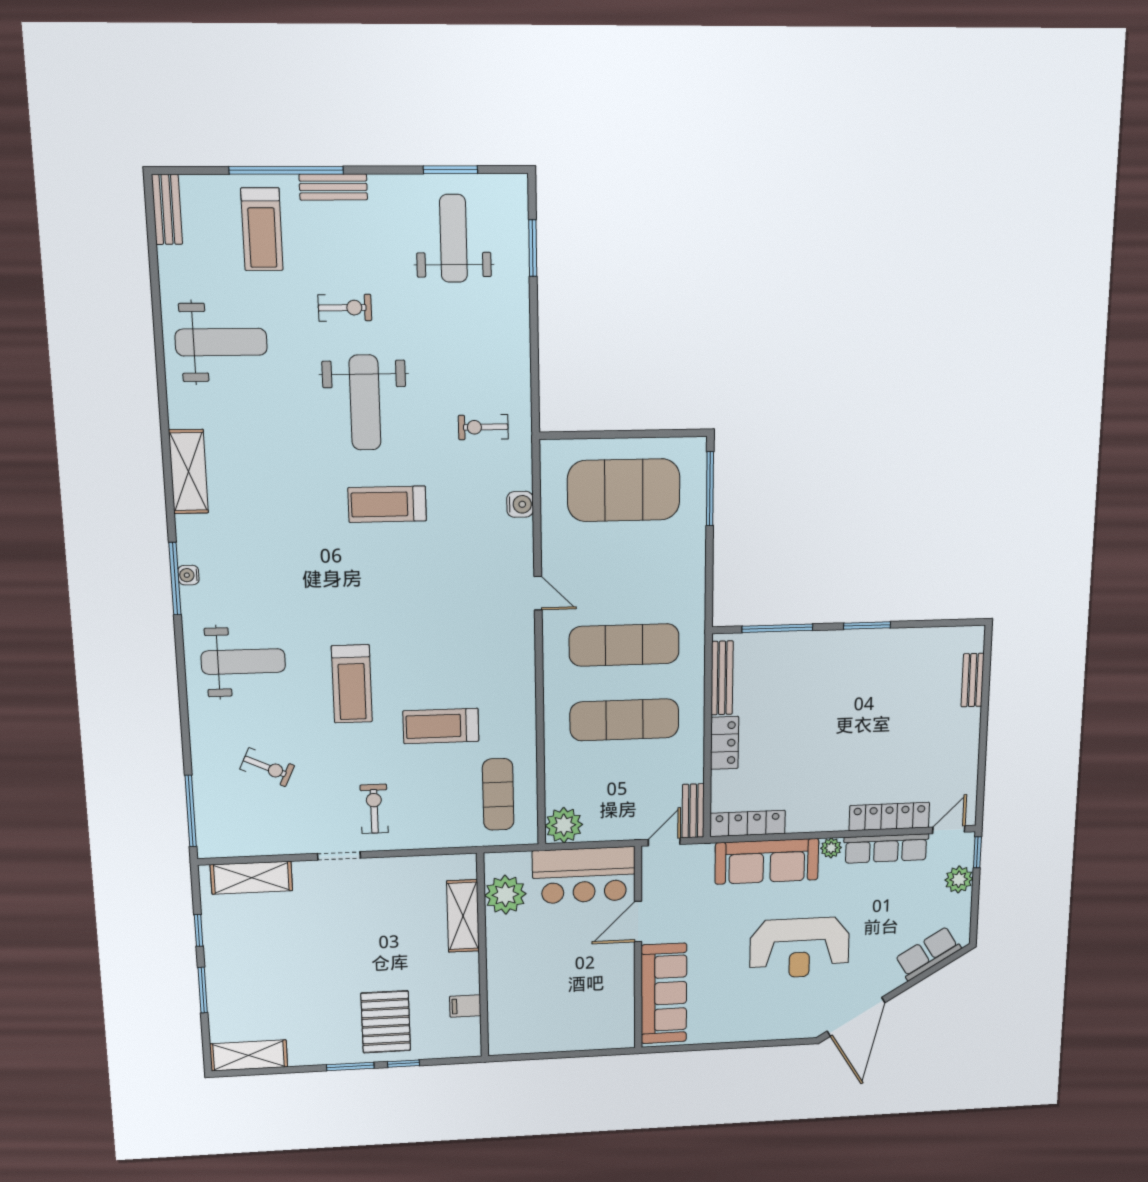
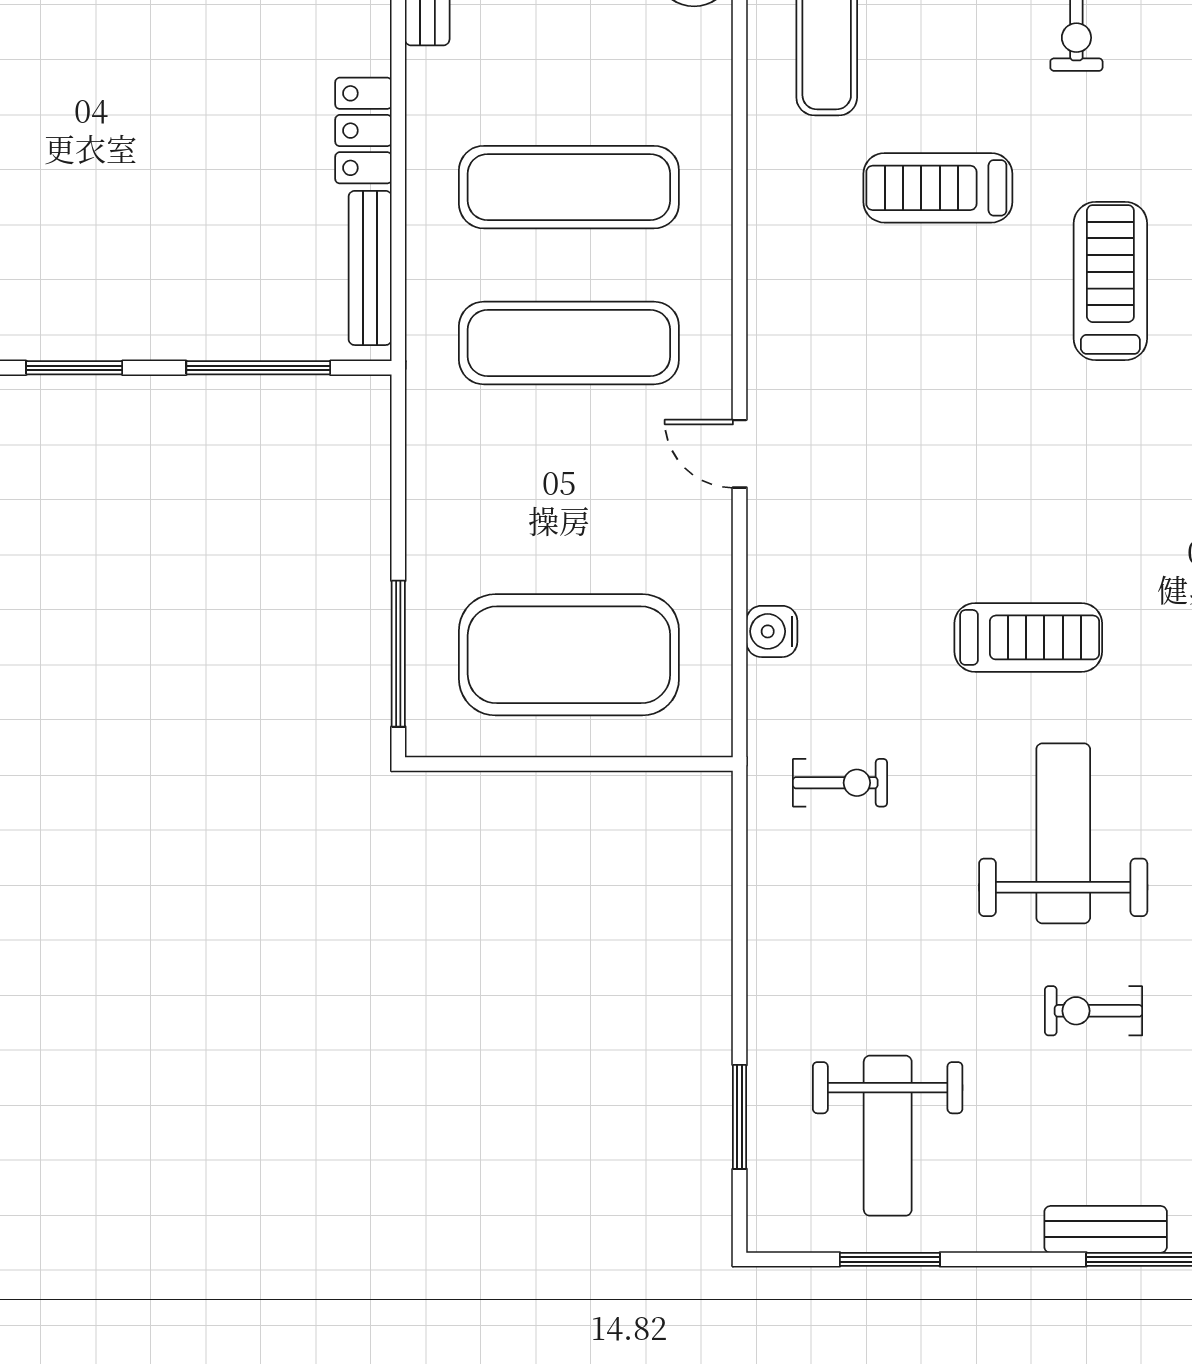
treadmill: (441, 726) -> (938, 188), turned 180

